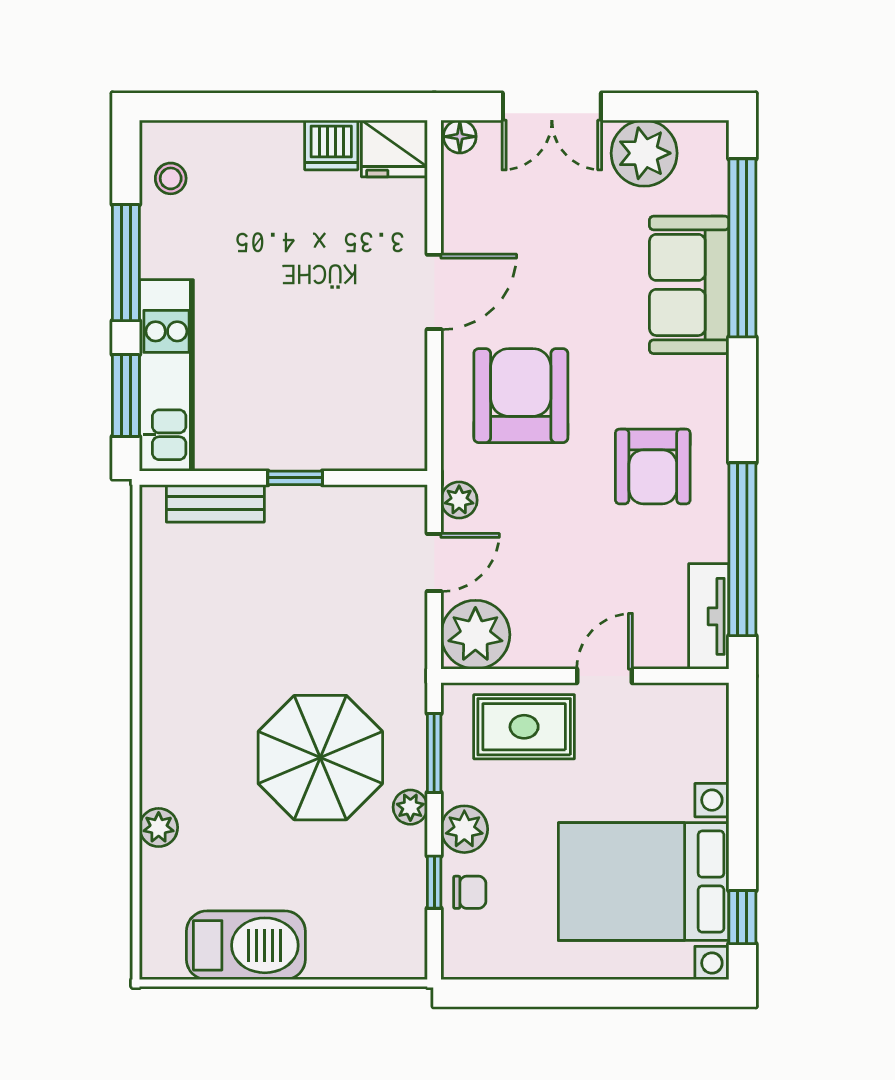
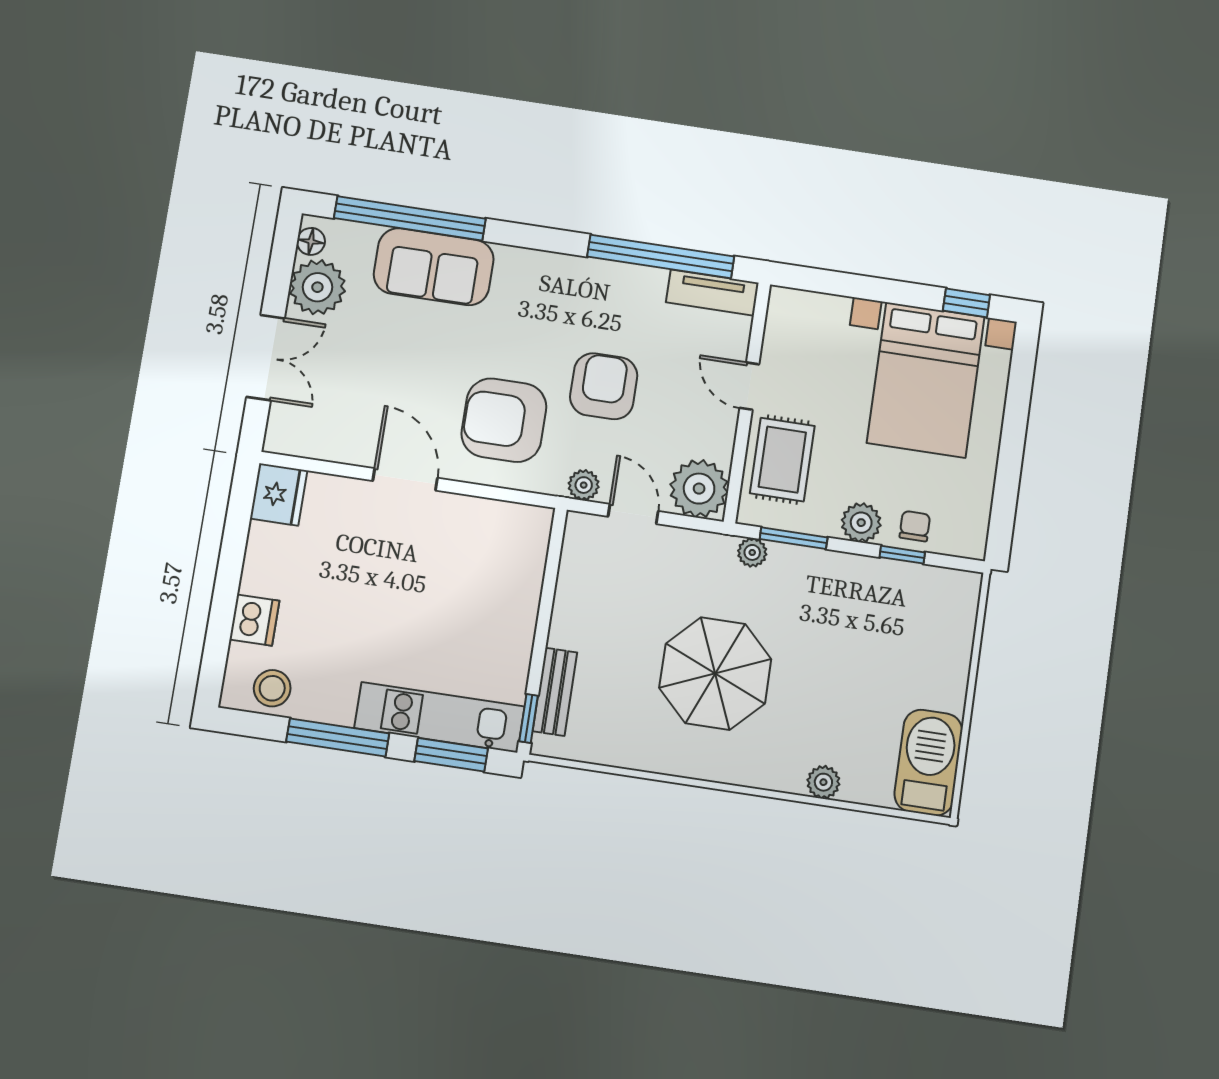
floor lamp: (460, 137) -> (311, 241), moved
dishwasher: (331, 145) -> (254, 620), moved
stool: (171, 178) -> (272, 688), width x1.37, depth x1.37
armchair: (653, 466) -> (604, 386), moved, turned -90
window: (295, 478) -> (529, 718), moved
parasol: (320, 758) -> (715, 673), moved
plant: (410, 807) -> (752, 552), moved
barbecue: (246, 945) -> (928, 763), moved

